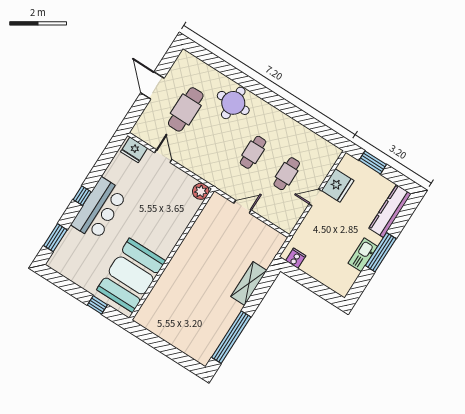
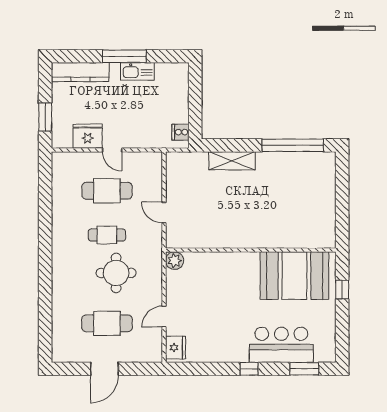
round table: (233, 103) -> (116, 273), moved
cafe table: (287, 174) -> (107, 191), width x1.37, depth x1.35
bar counter: (99, 209) -> (281, 345), moved

